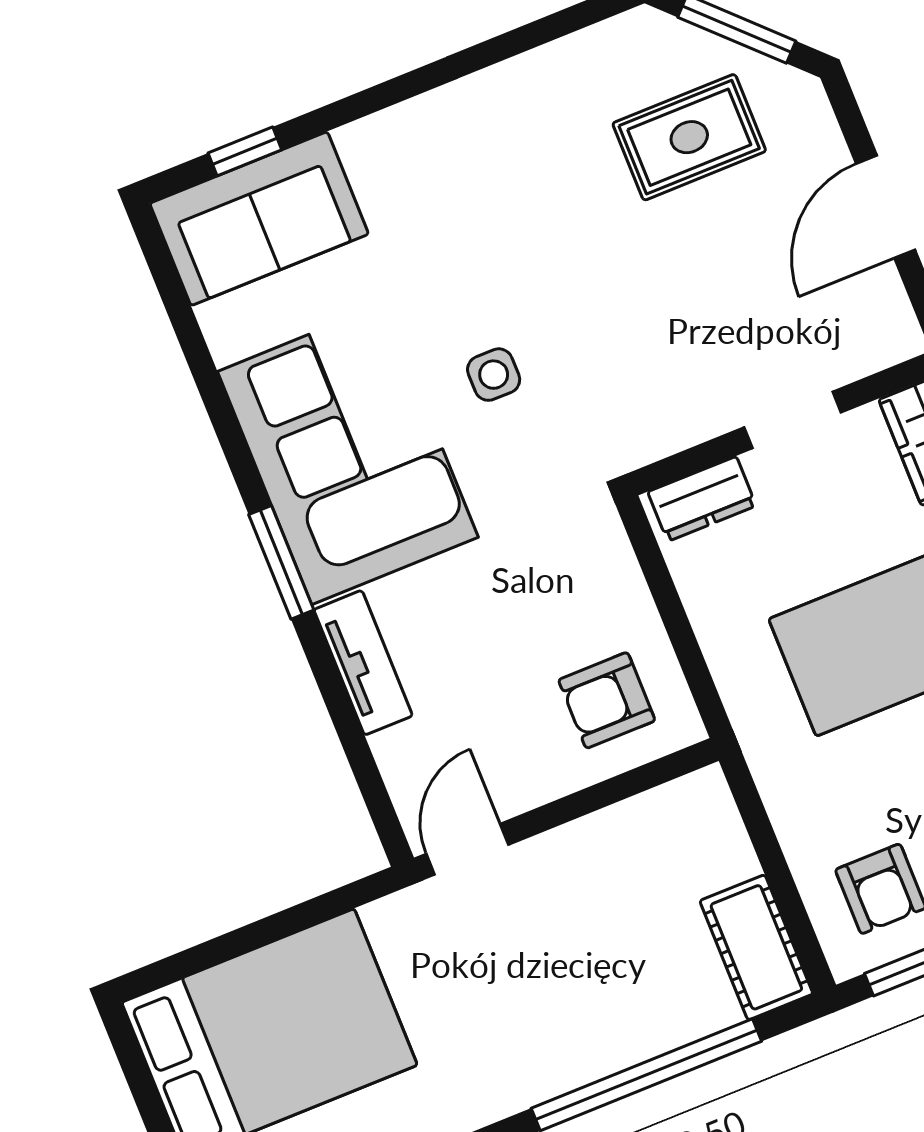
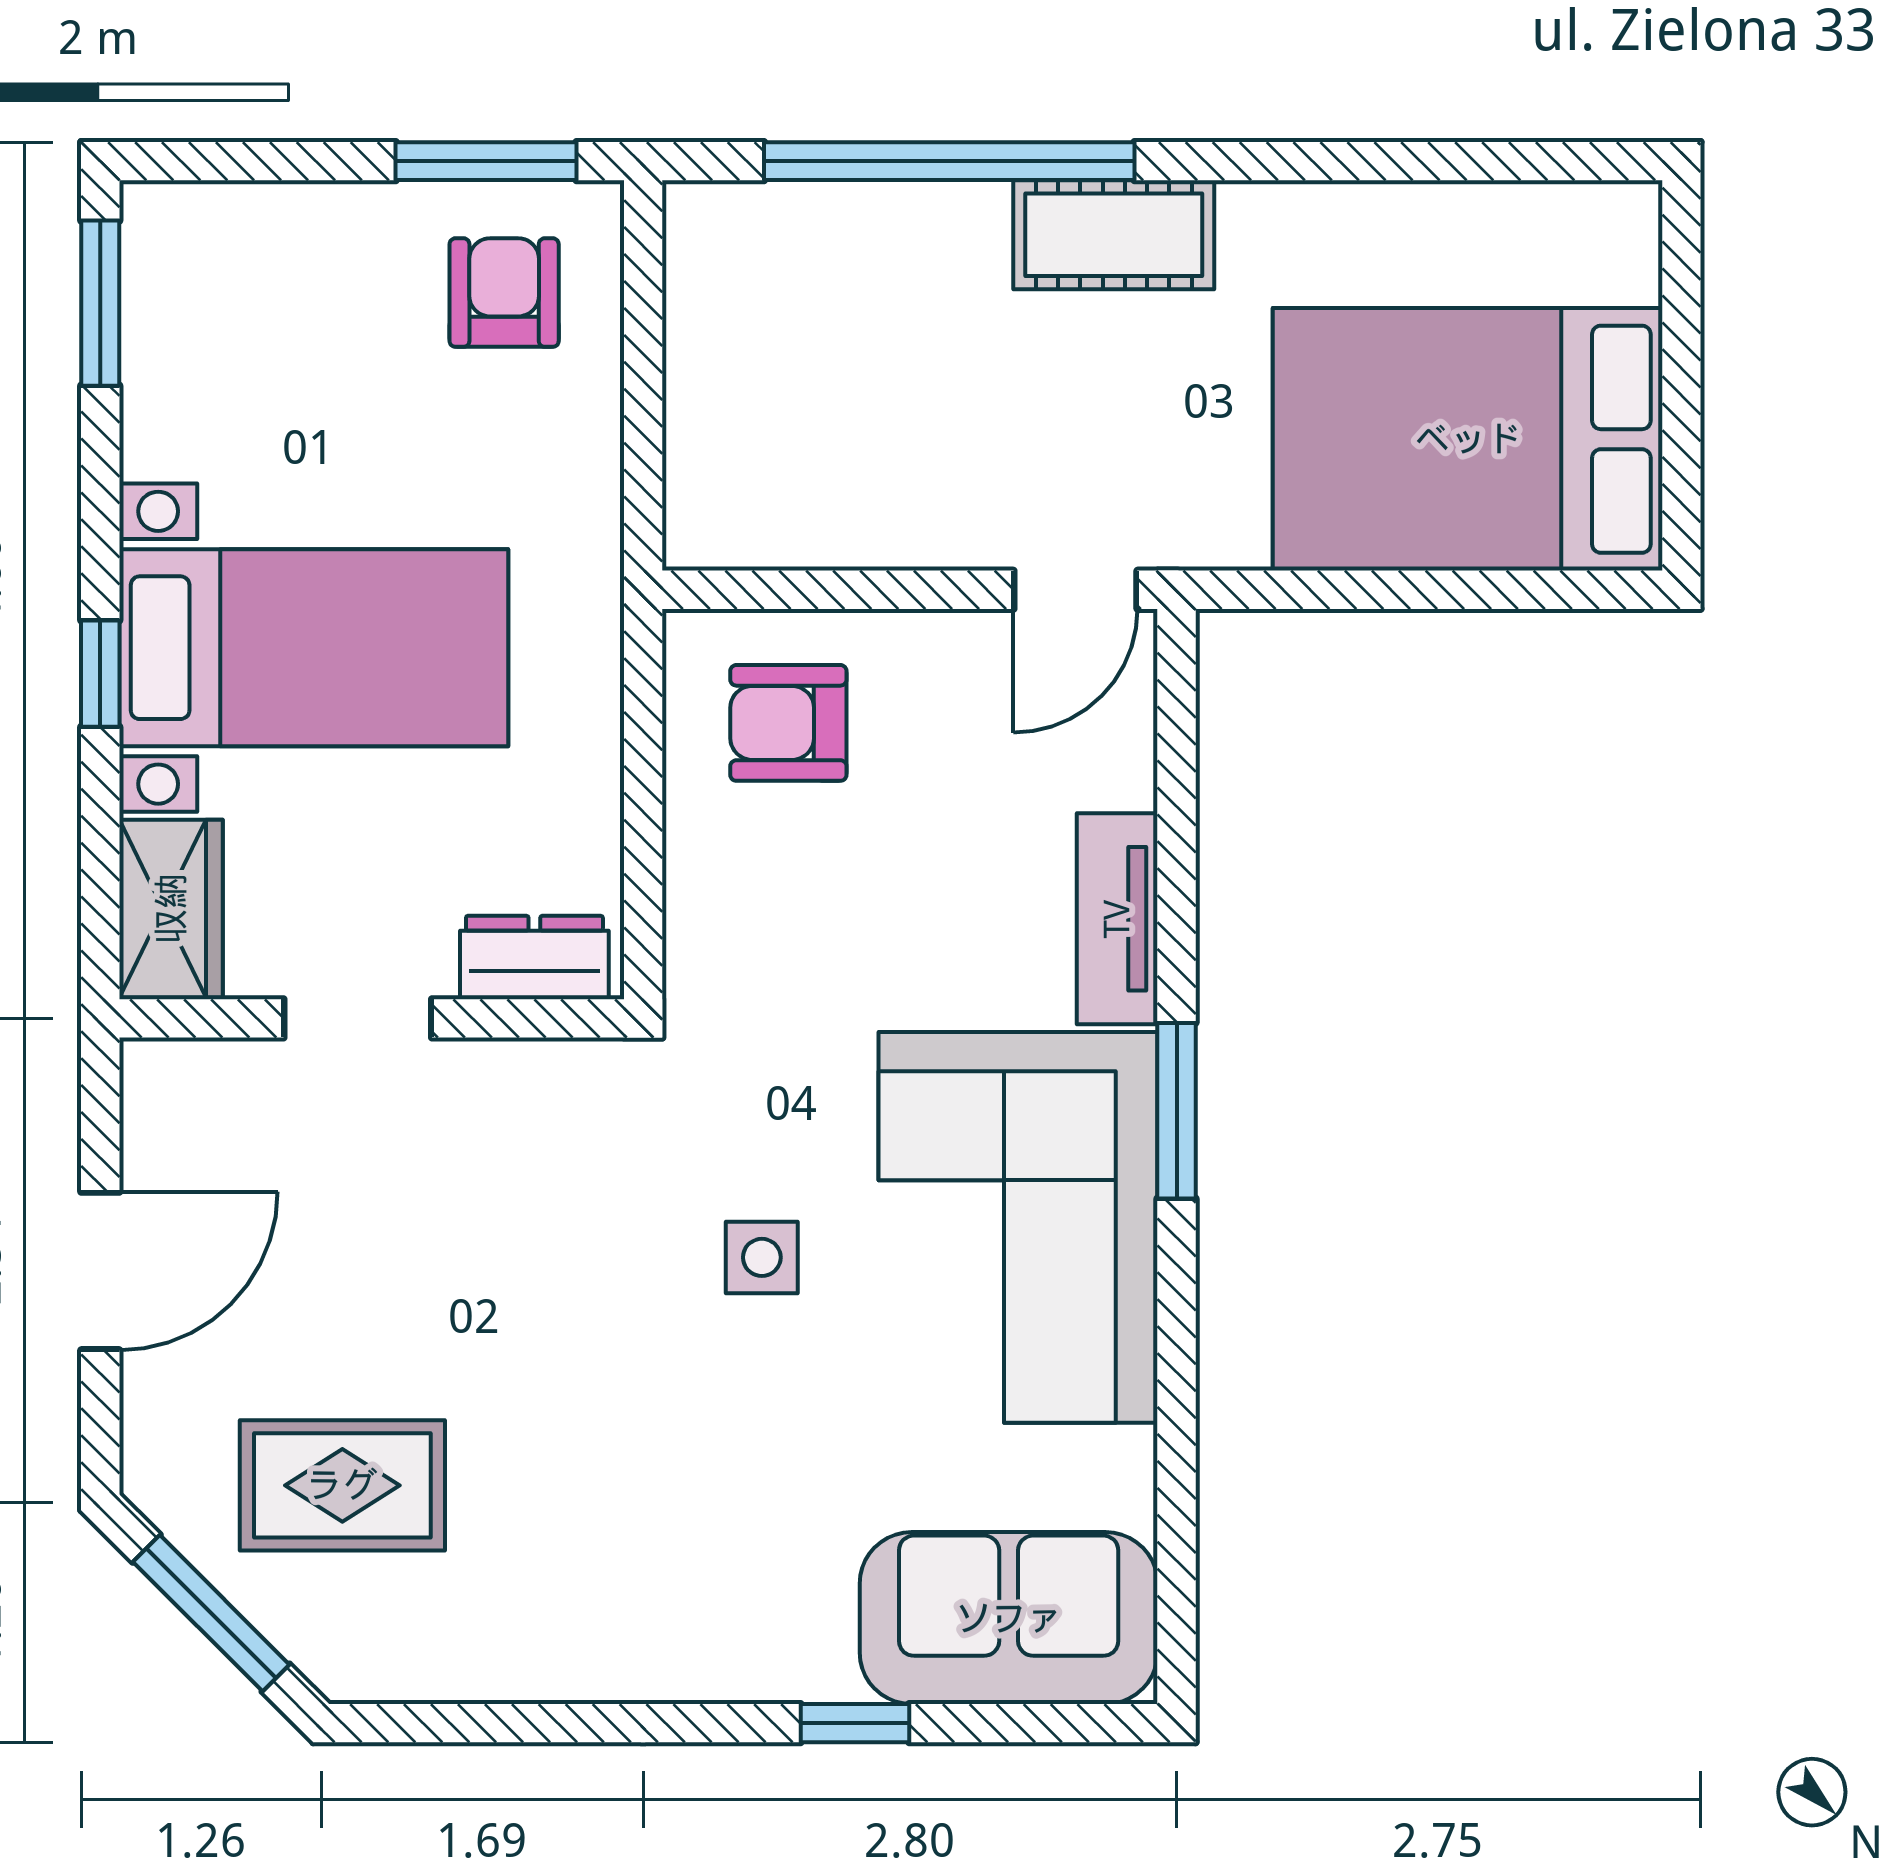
window: (245, 151) -> (855, 1723), moved
armchair: (607, 700) -> (788, 723), turned 180
cot: (756, 947) -> (1114, 235), moved, turned 90

